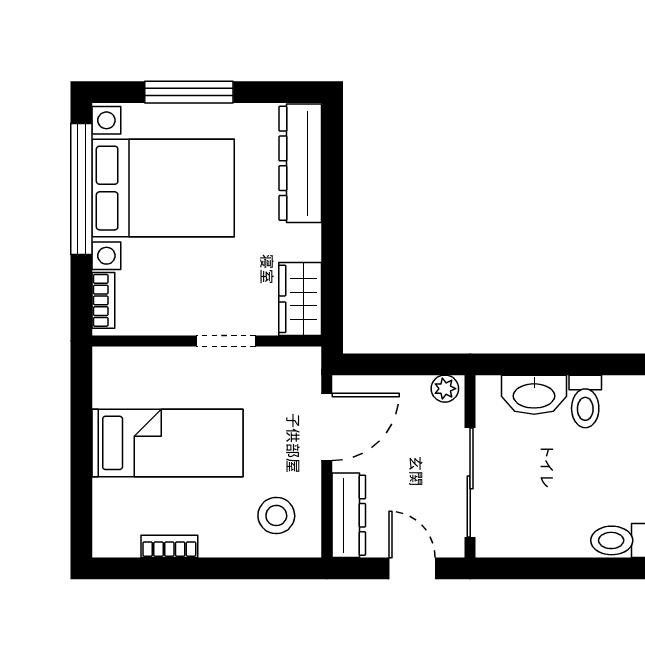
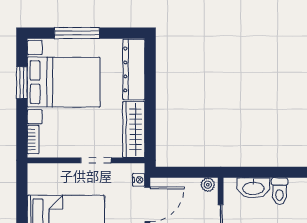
window: (81, 189) -> (22, 83), width x0.47
wardrobe: (300, 299) -> (134, 129), width x1.50
nightstand: (310, 379) -> (139, 180), added

